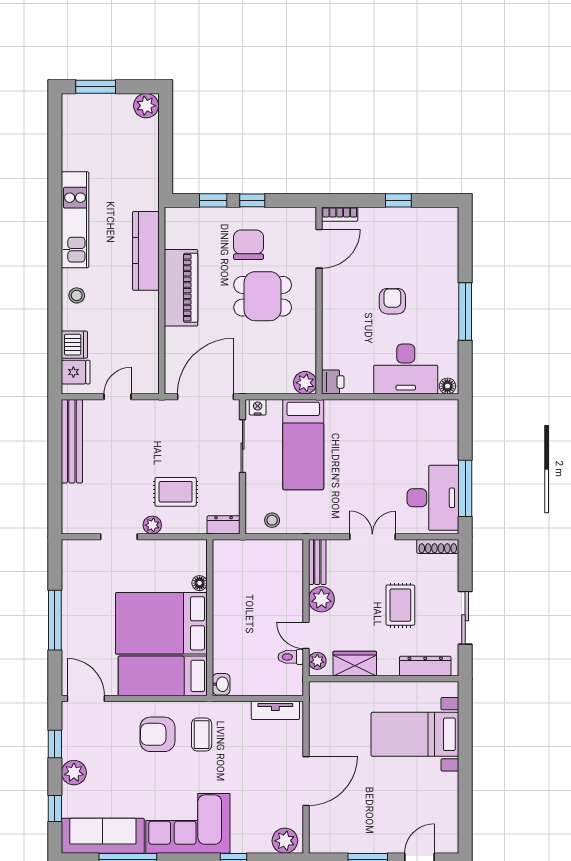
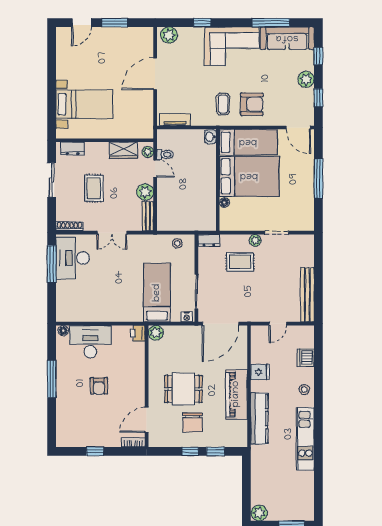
fridge: (76, 372) -> (260, 372), moved, turned 180
dresser: (425, 666) -> (73, 148), width x0.70

